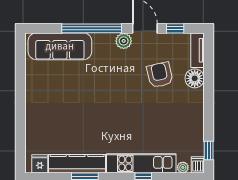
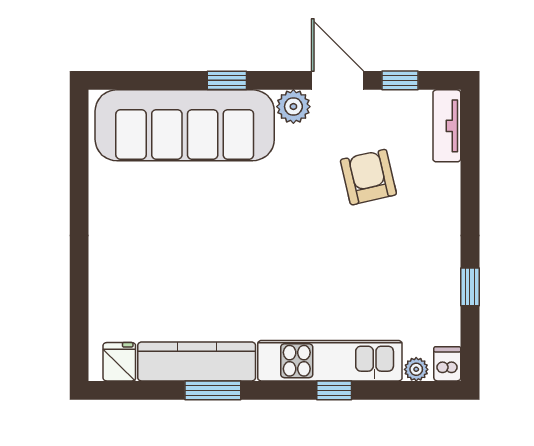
window: (92, 28) -> (227, 80), width x0.32
sofa: (60, 46) -> (185, 125), width x1.36, depth x1.27
floor lamp: (195, 78) -> (441, 184), removed
window: (209, 151) -> (470, 287), moved

